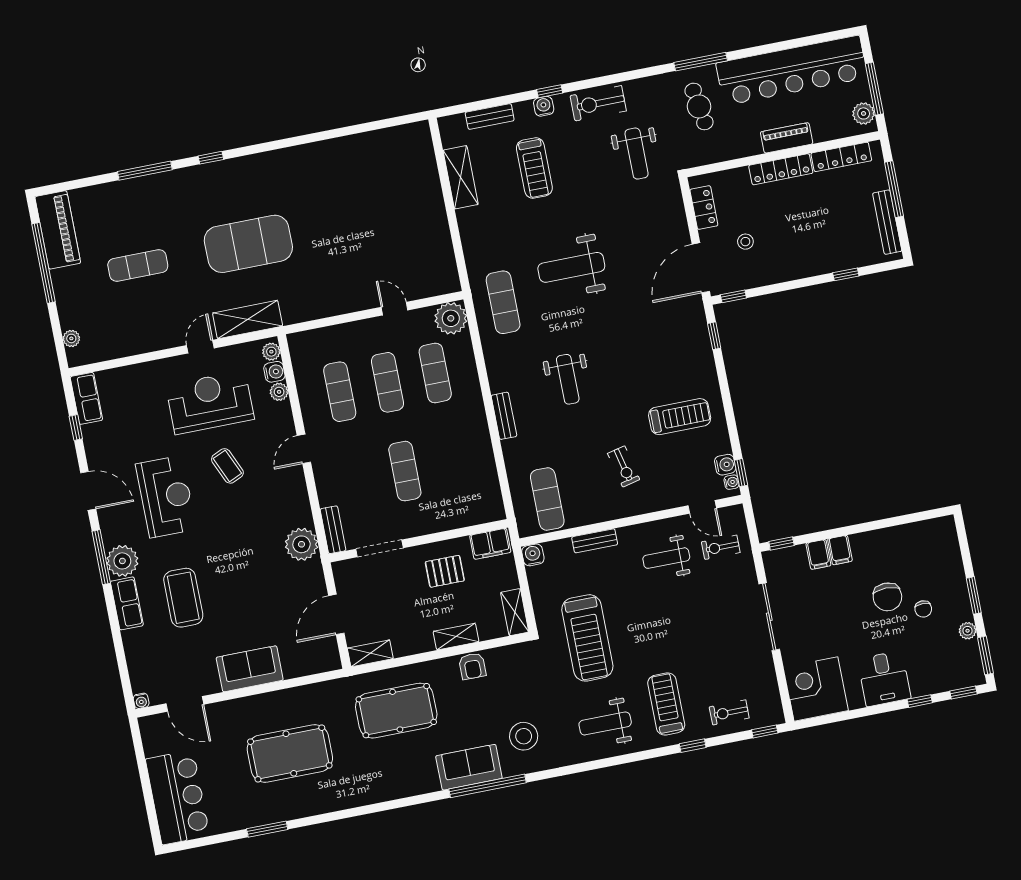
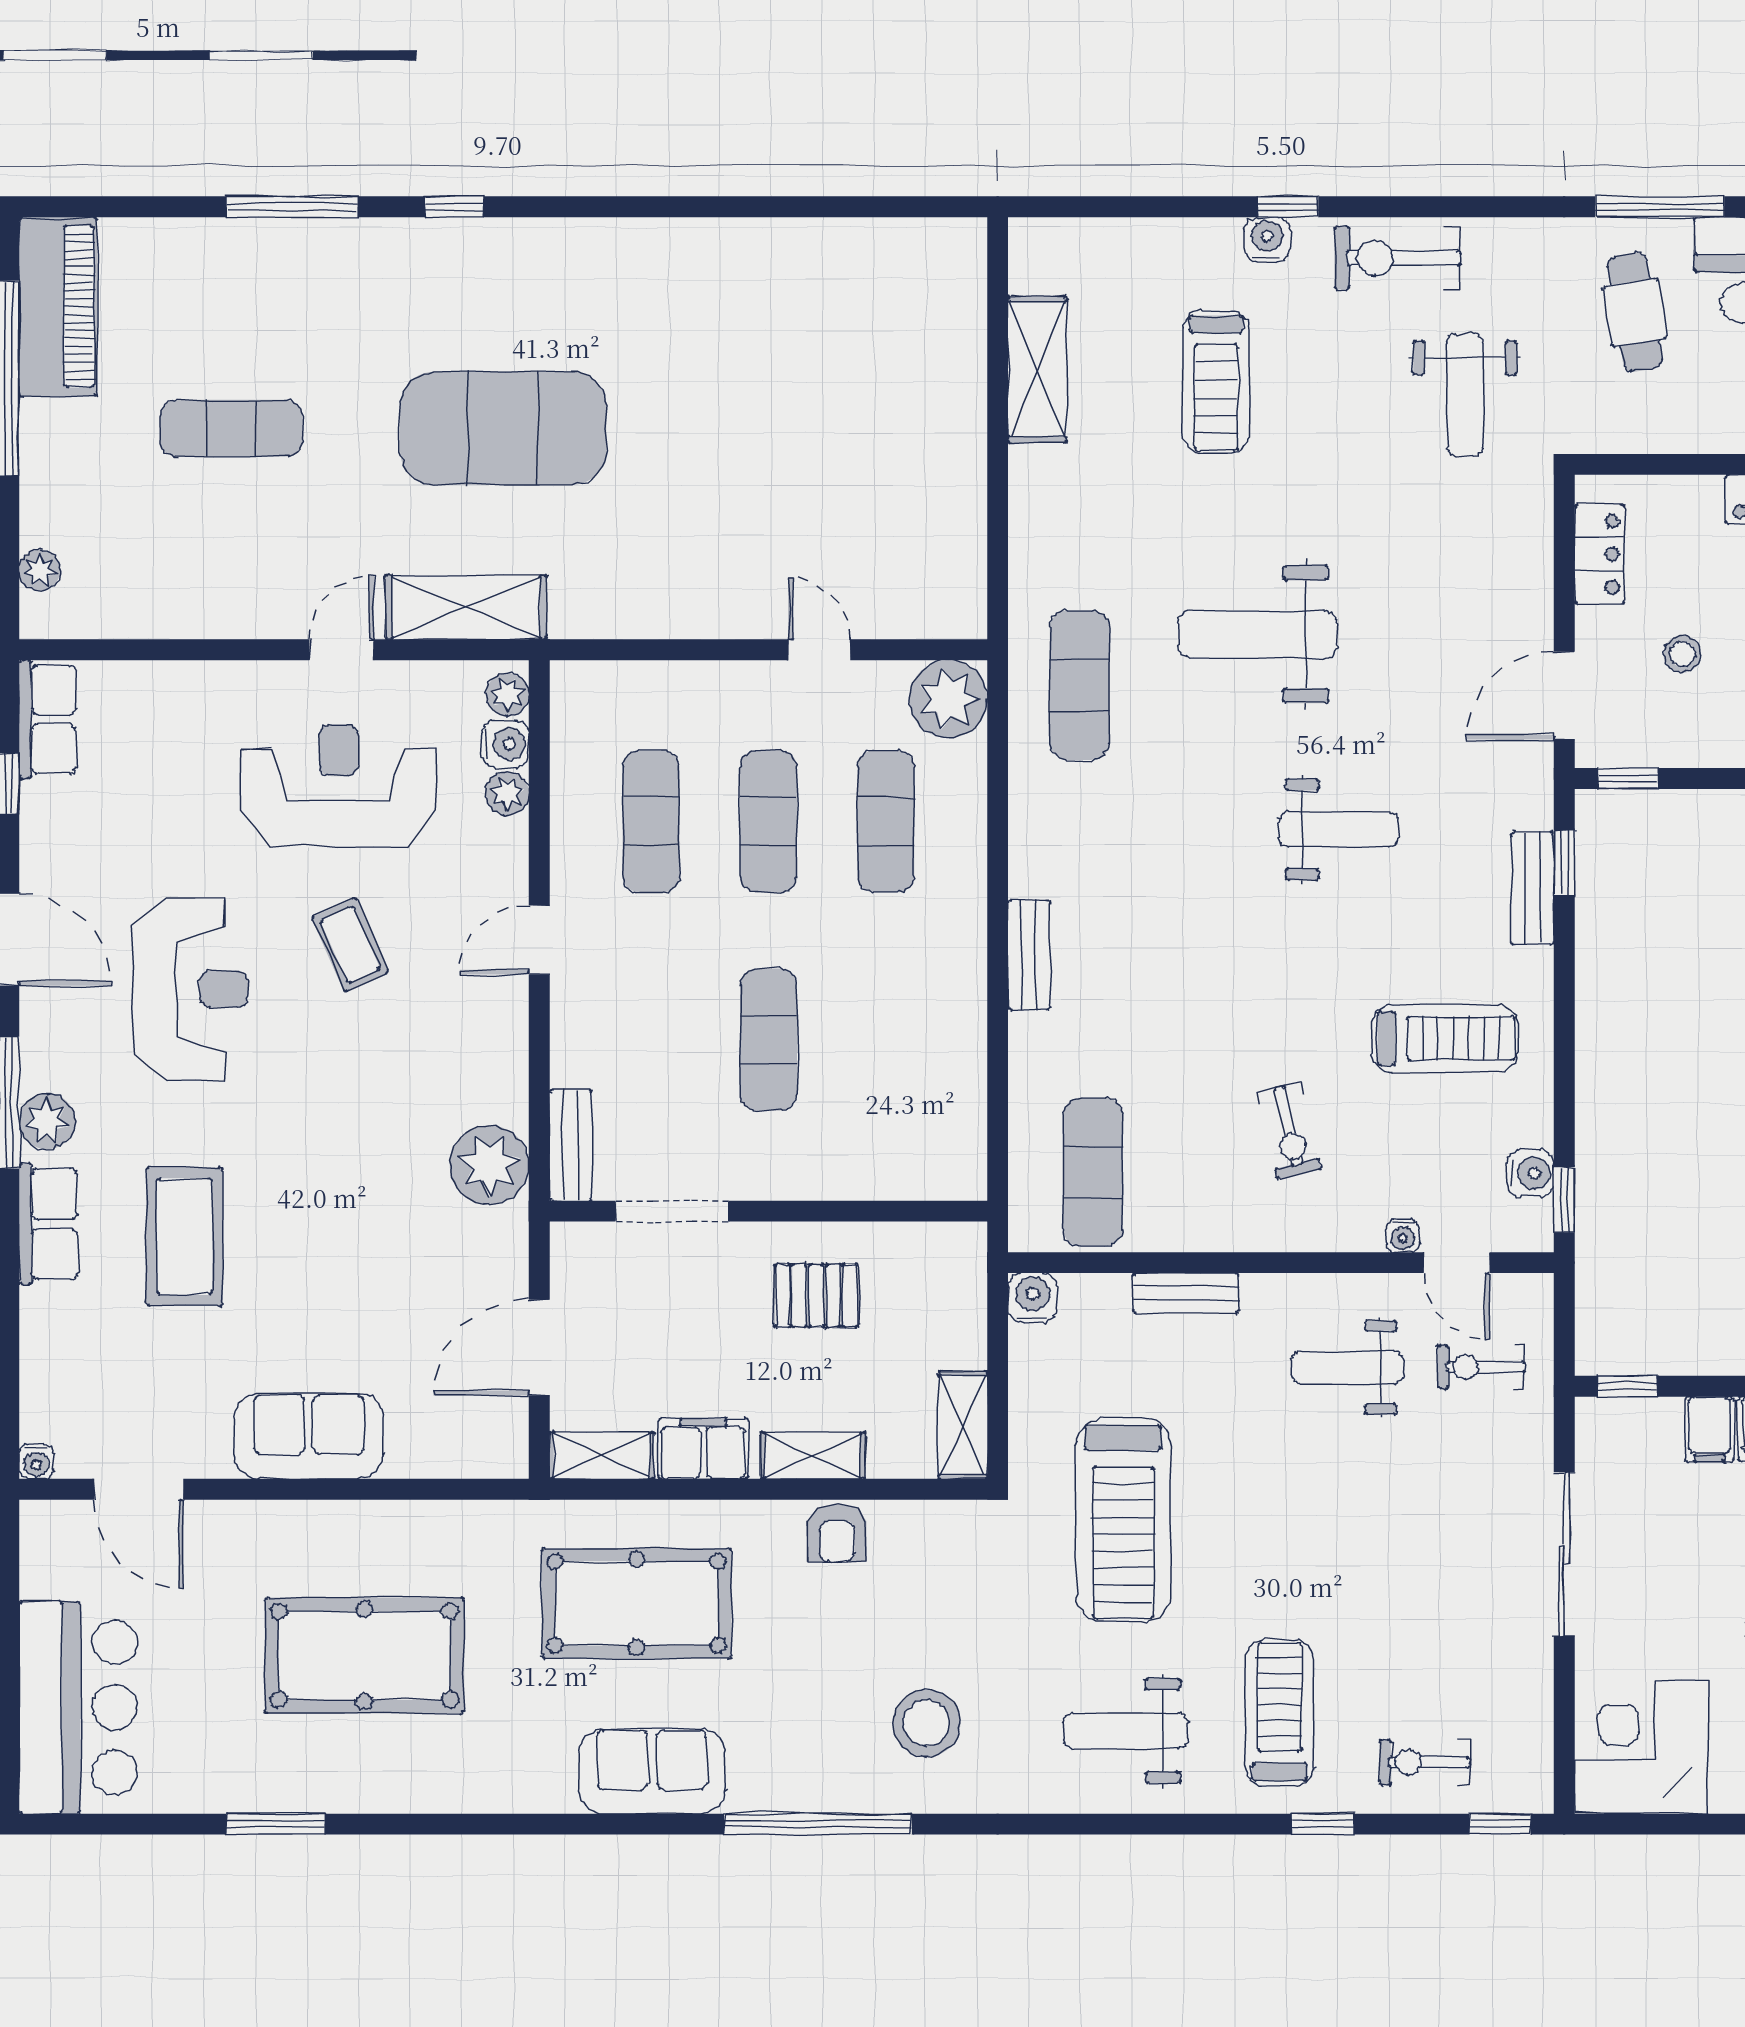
bench: (490, 116) -> (1532, 888), moved, turned 90
door: (701, 268) -> (1564, 696), width x0.73
weight bench: (568, 379) -> (1338, 830), moved, turned -90
water cooler: (731, 482) -> (1403, 1236), moved, turned 90
filing cabinet: (490, 544) -> (703, 1449), moved, turned 180
plant: (122, 561) -> (47, 1121), width x0.73, depth x0.73
sofa: (469, 767) -> (652, 1771), moved

